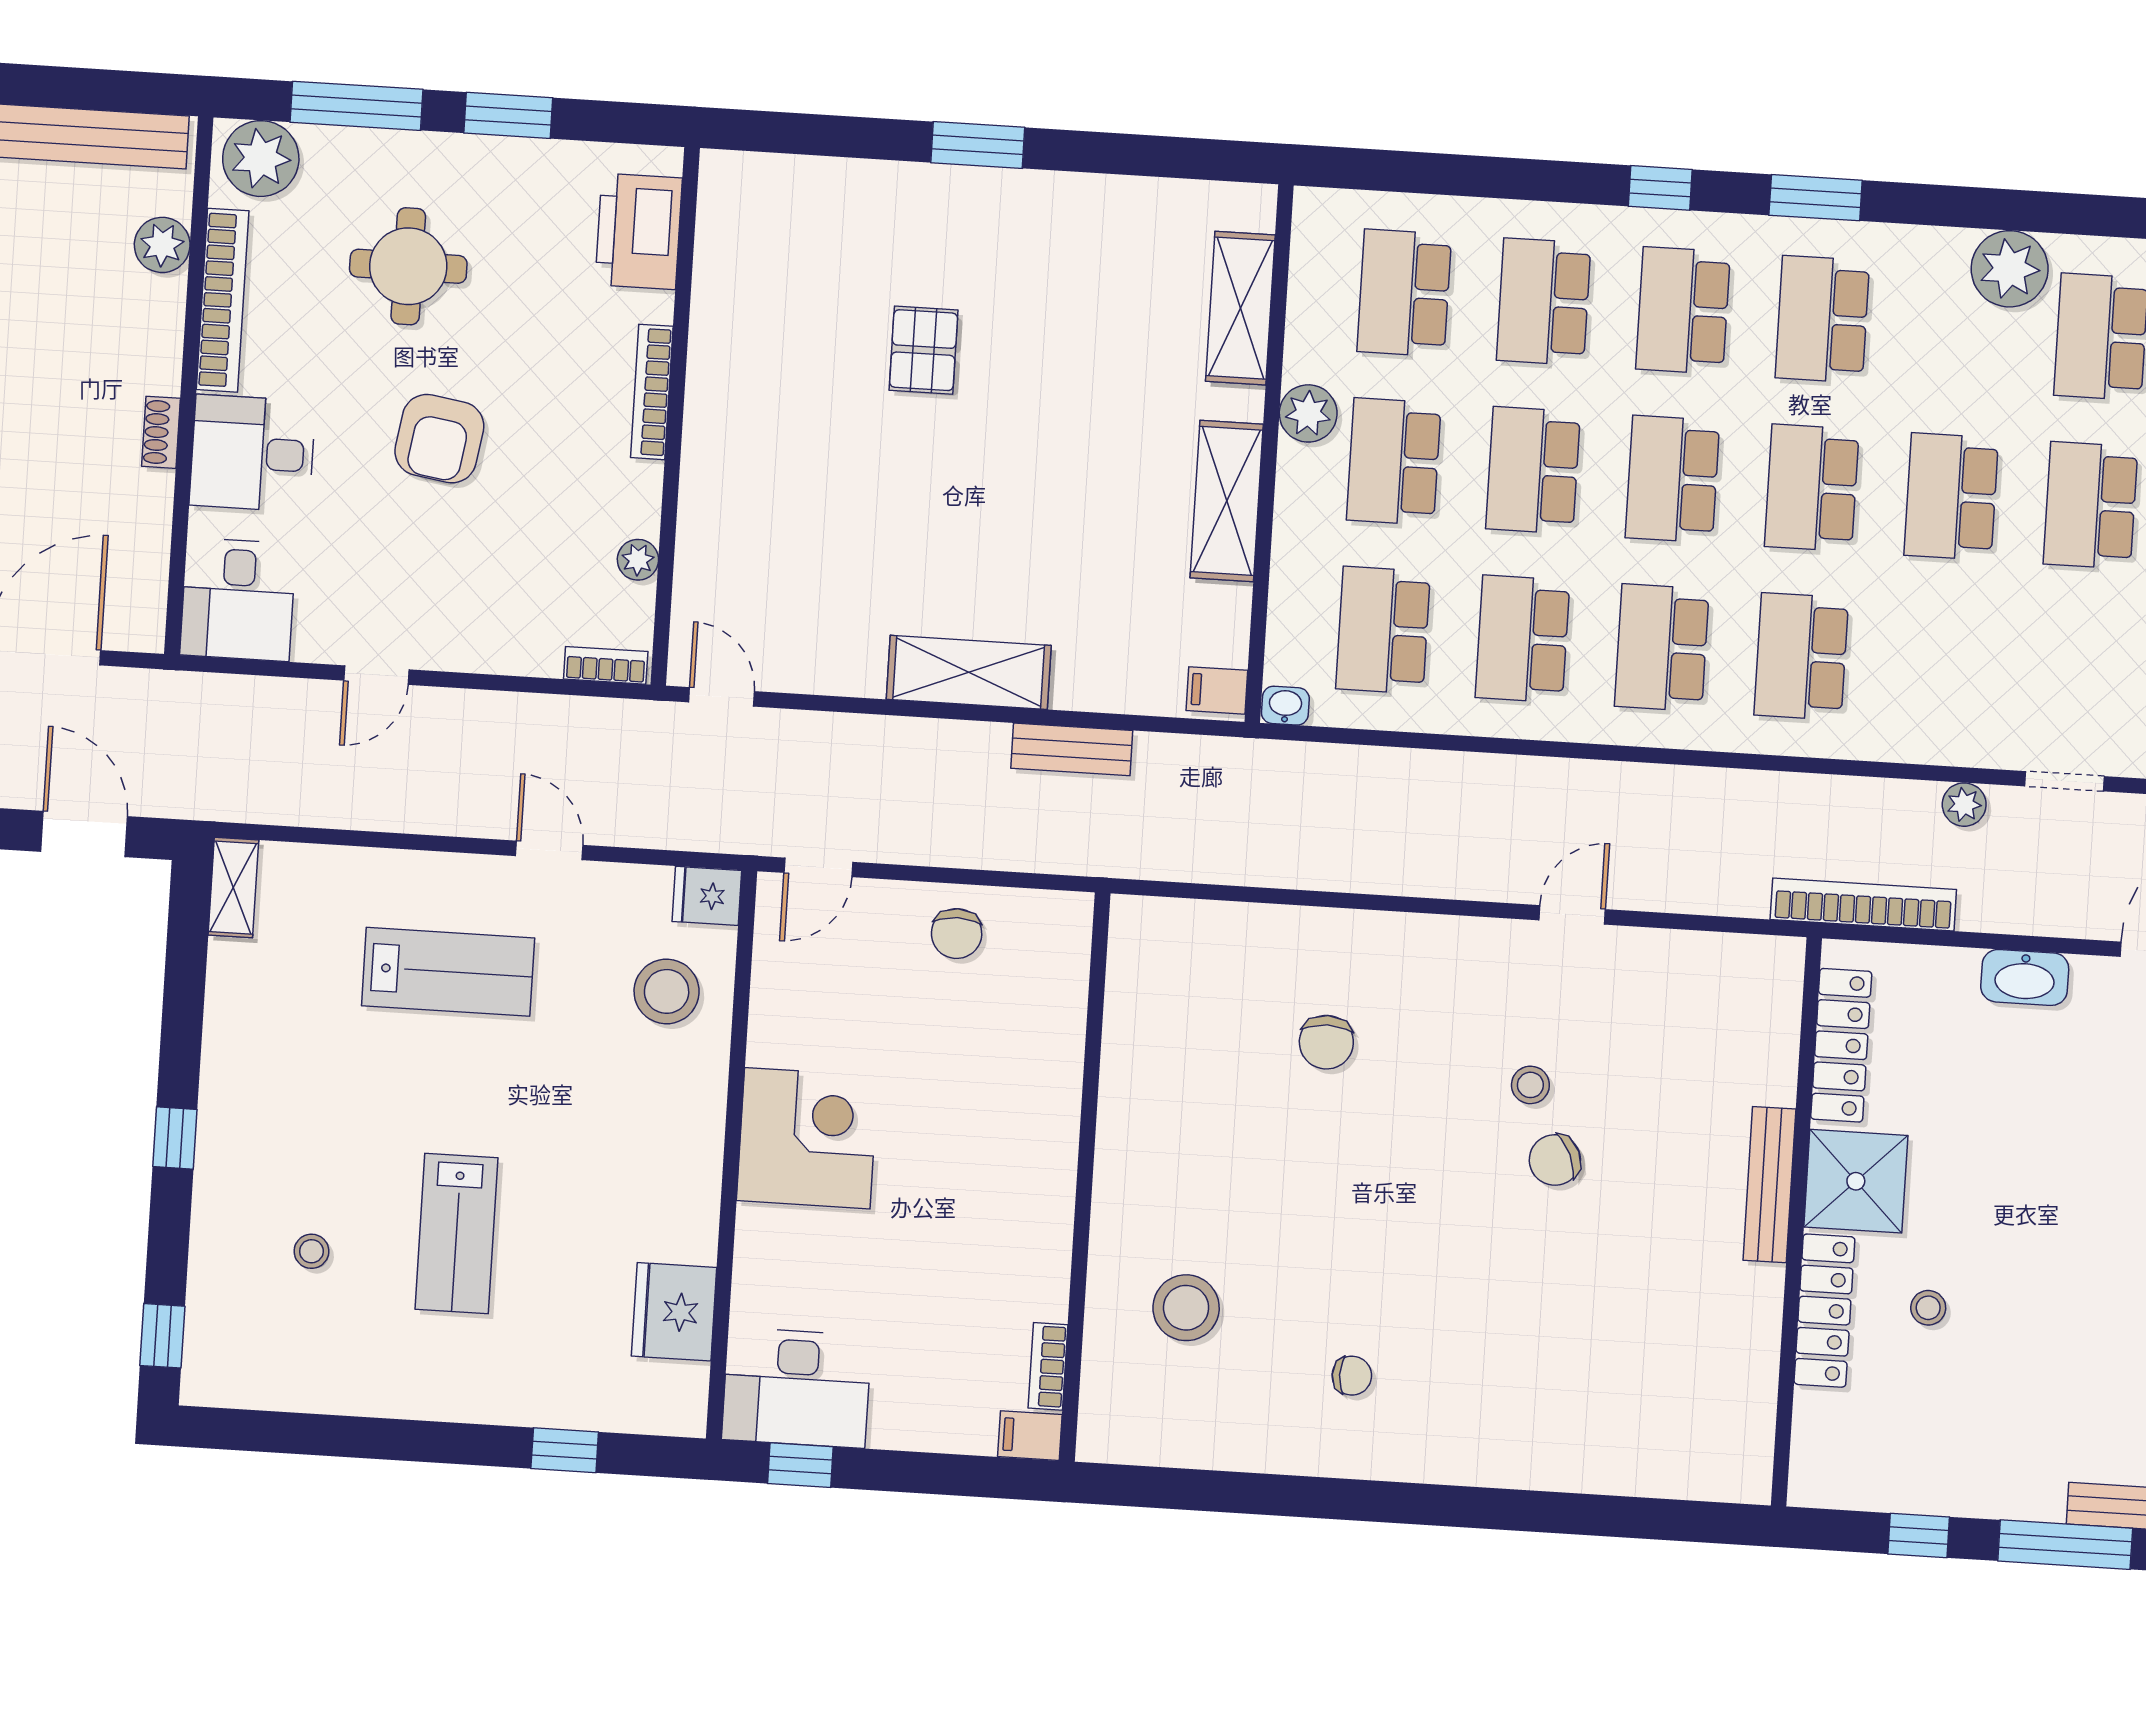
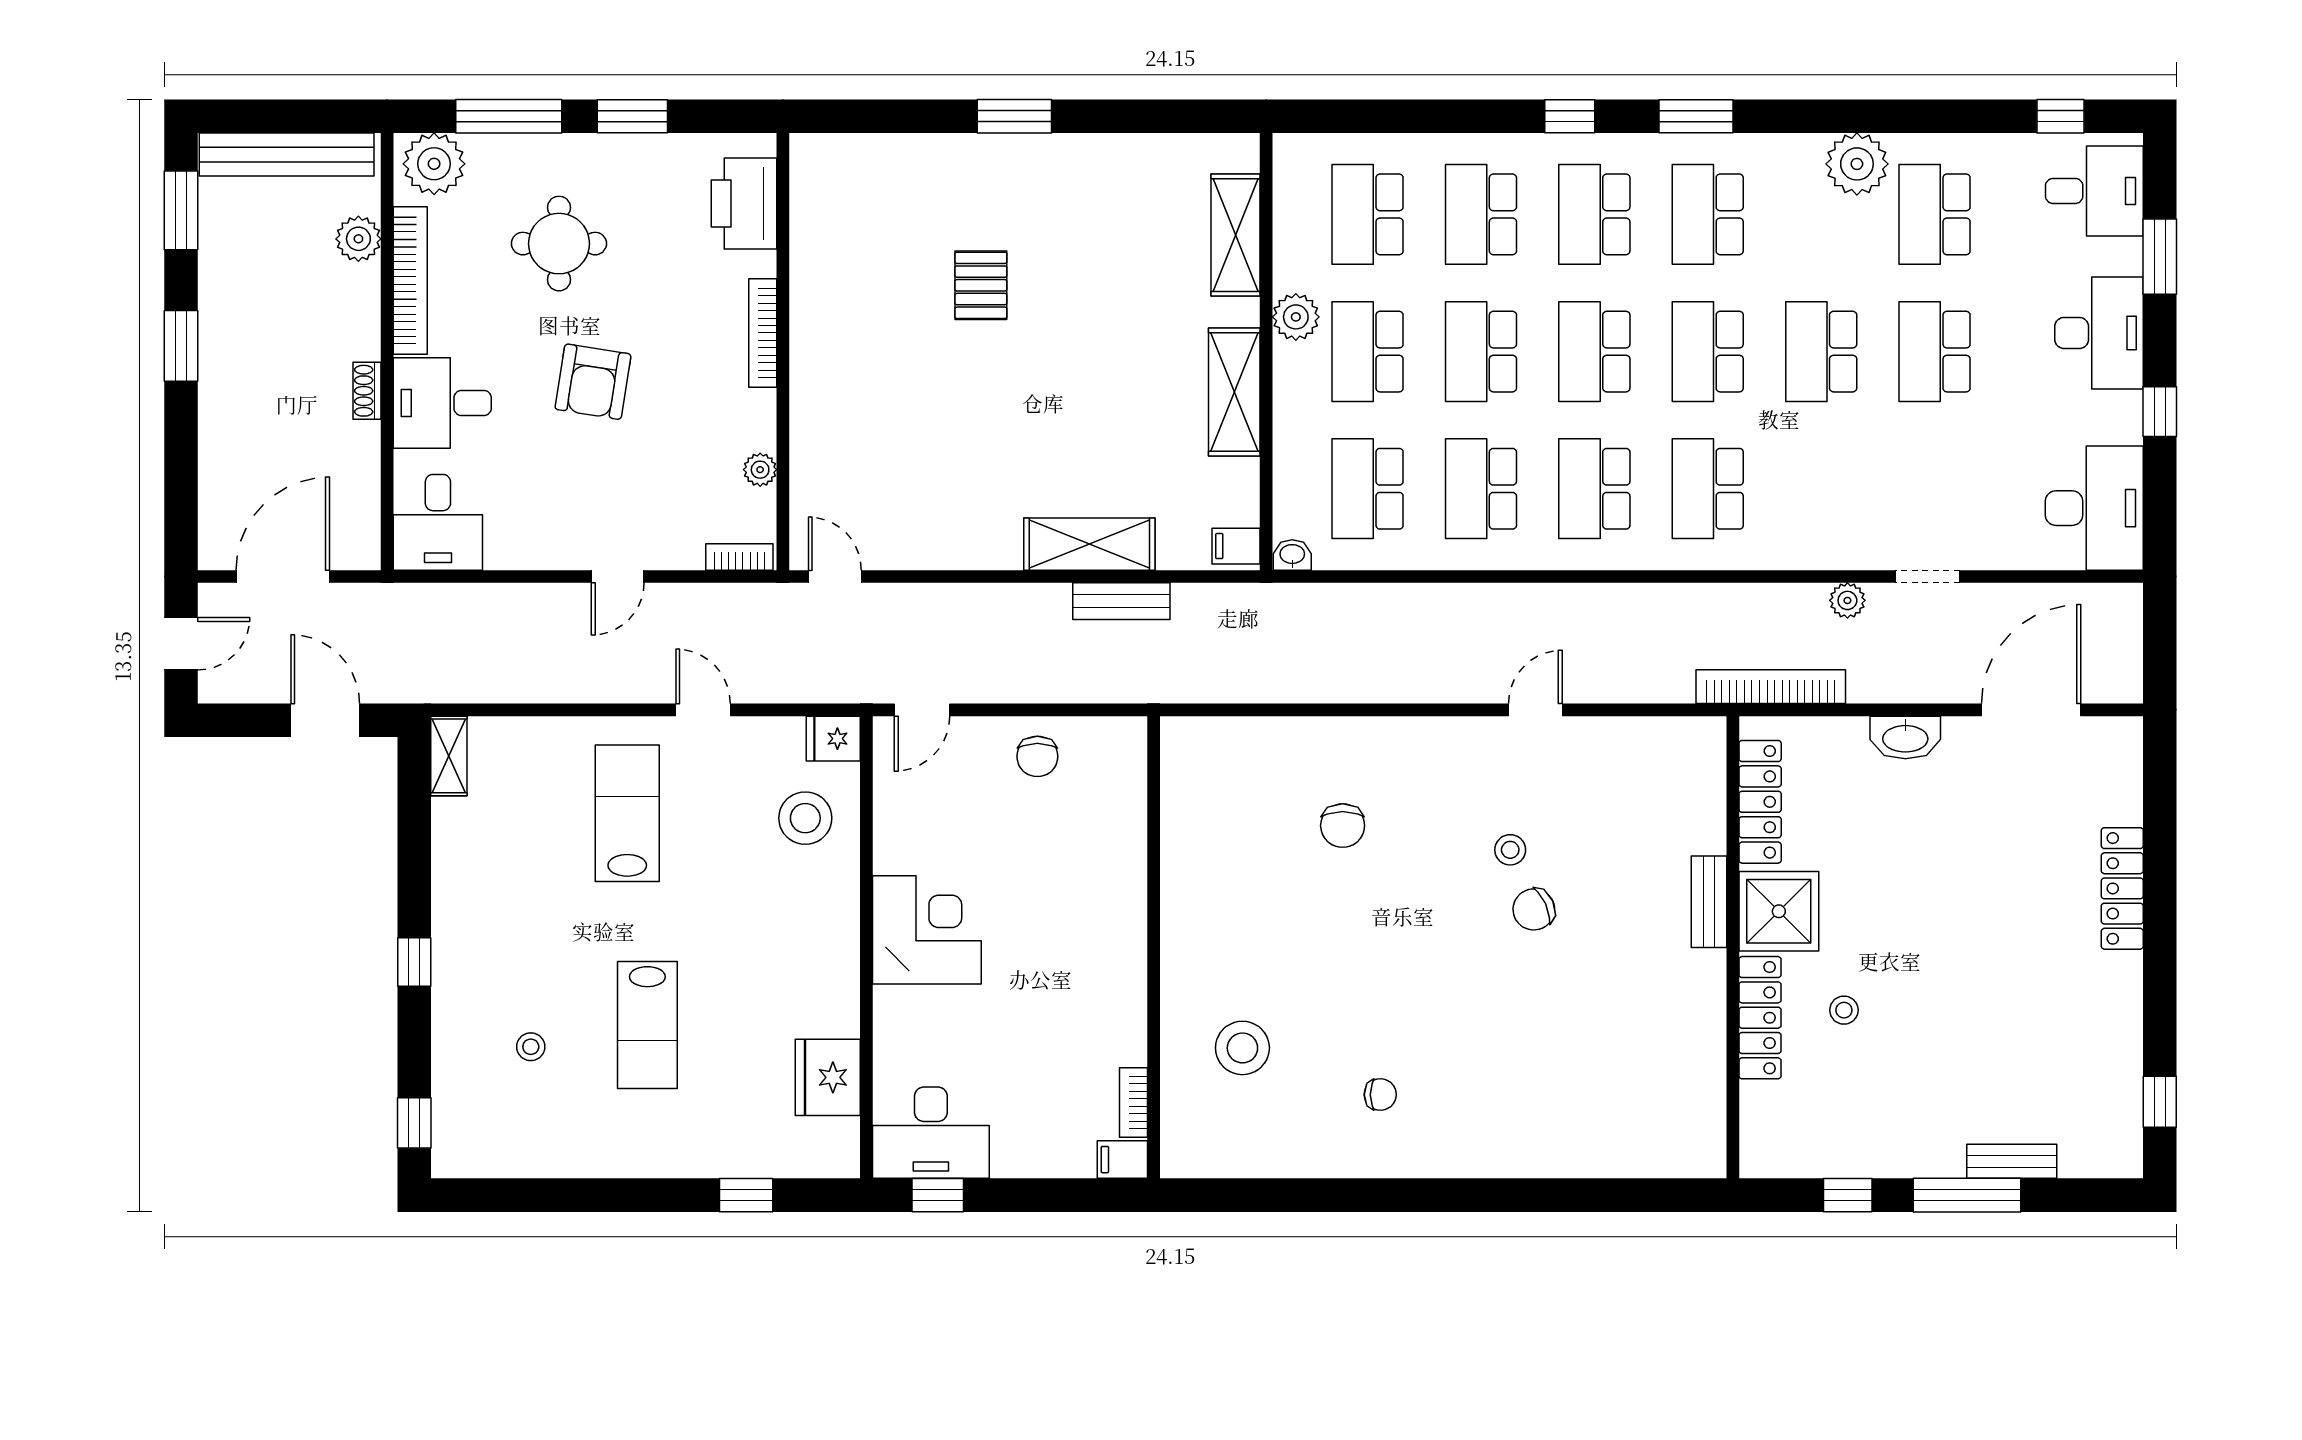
shelving: (969, 672) -> (1089, 544), moved
door: (376, 675) -> (618, 576), moved
lab bench: (448, 972) -> (627, 813), turned -90
bench: (1769, 1185) -> (1709, 902), width x0.73

